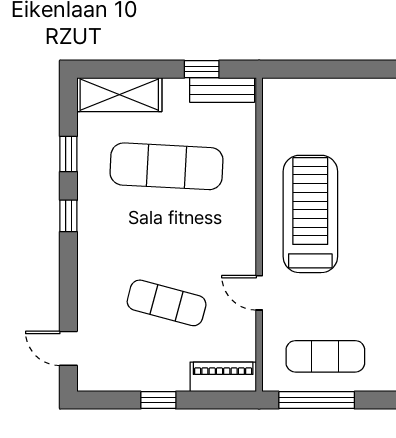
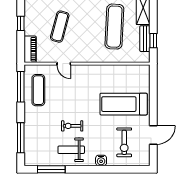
bench: (222, 90) -> (145, 39), moved
treadmill: (310, 214) -> (124, 104), moved, turned 180
door: (259, 293) -> (64, 64), swing flipped

